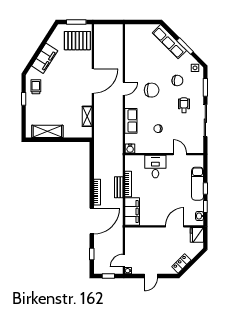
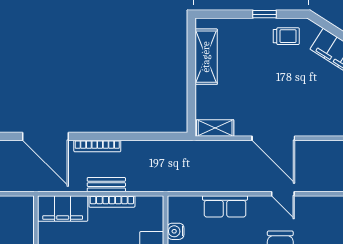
door: (93, 81) -> (273, 138), moved
shelving: (87, 116) -> (215, 128), moved
water cooler: (130, 149) -> (176, 231), moved

